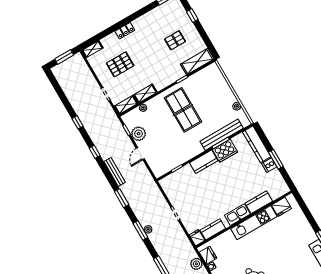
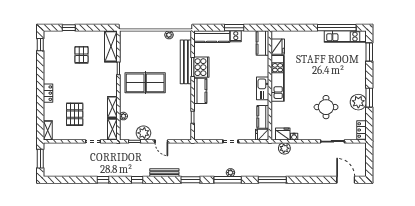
kitchen counter: (259, 202) -> (262, 43), moved
window: (140, 230) -> (228, 180), width x1.44

